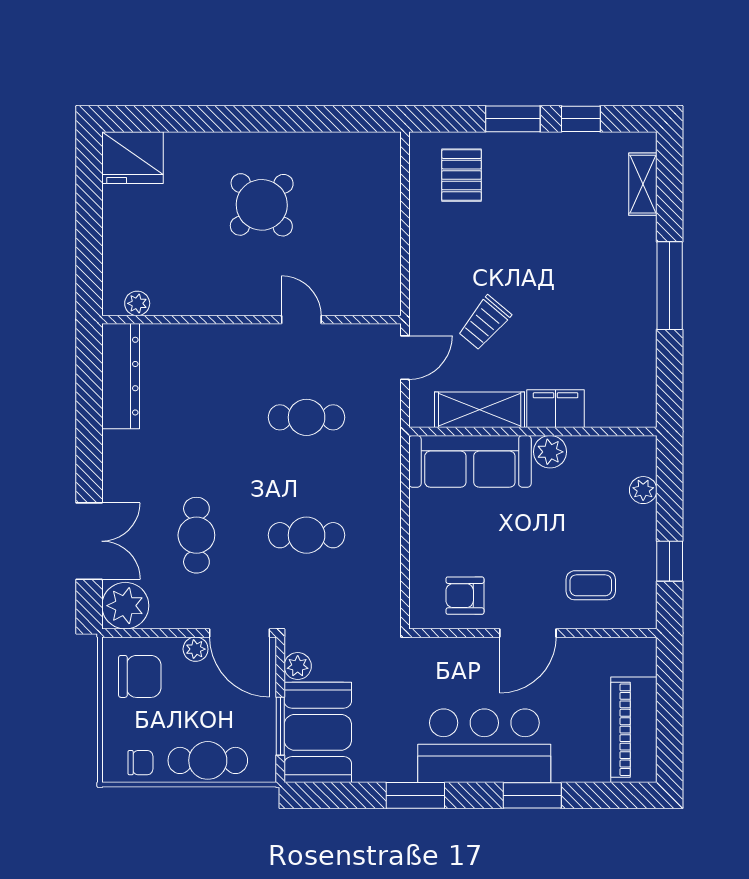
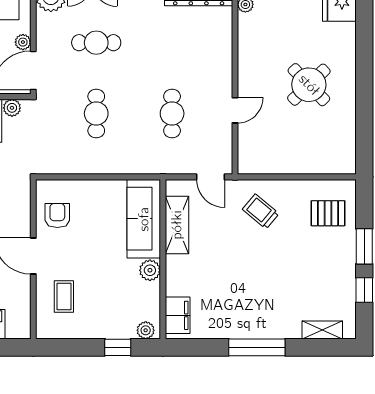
trolley: (484, 323) -> (261, 211), moved
filing cabinet: (556, 409) -> (178, 315), moved
plant: (643, 490) -> (146, 330), moved
window: (670, 561) -> (118, 347), moved

